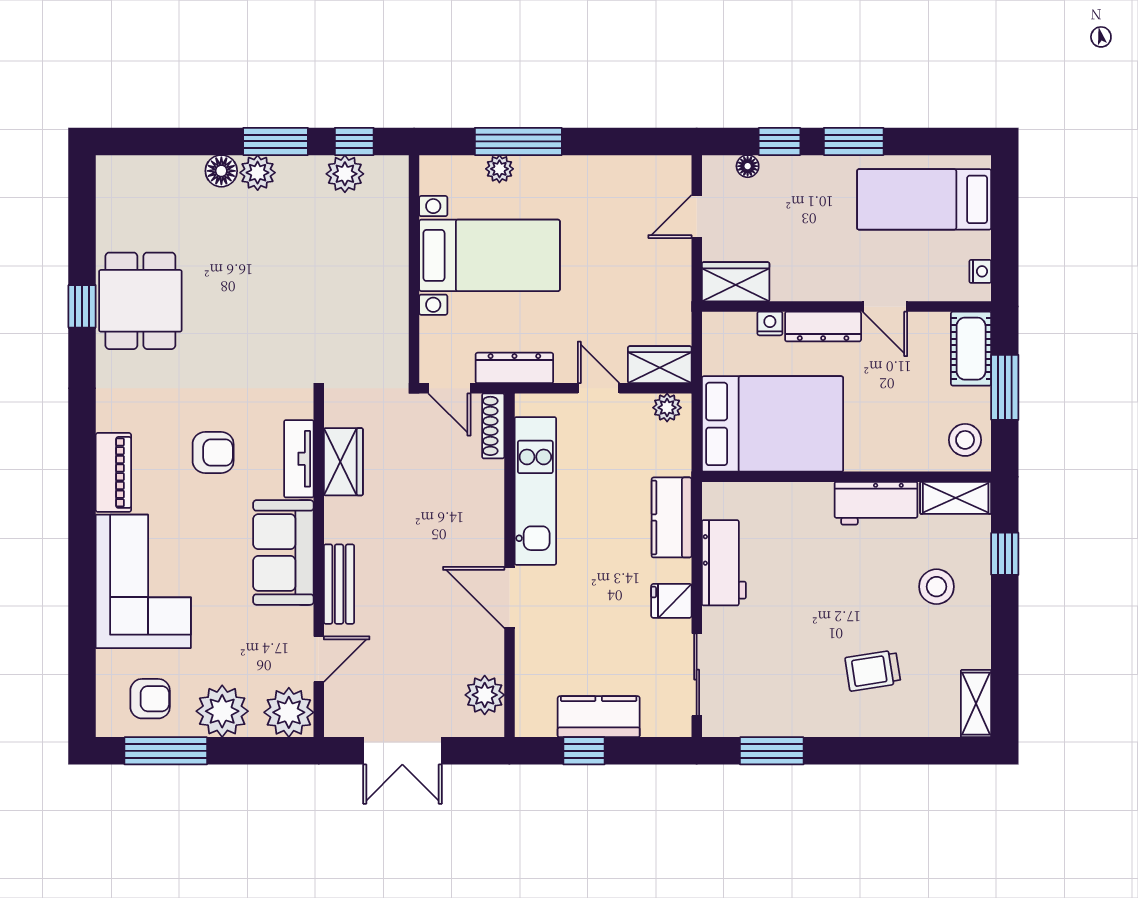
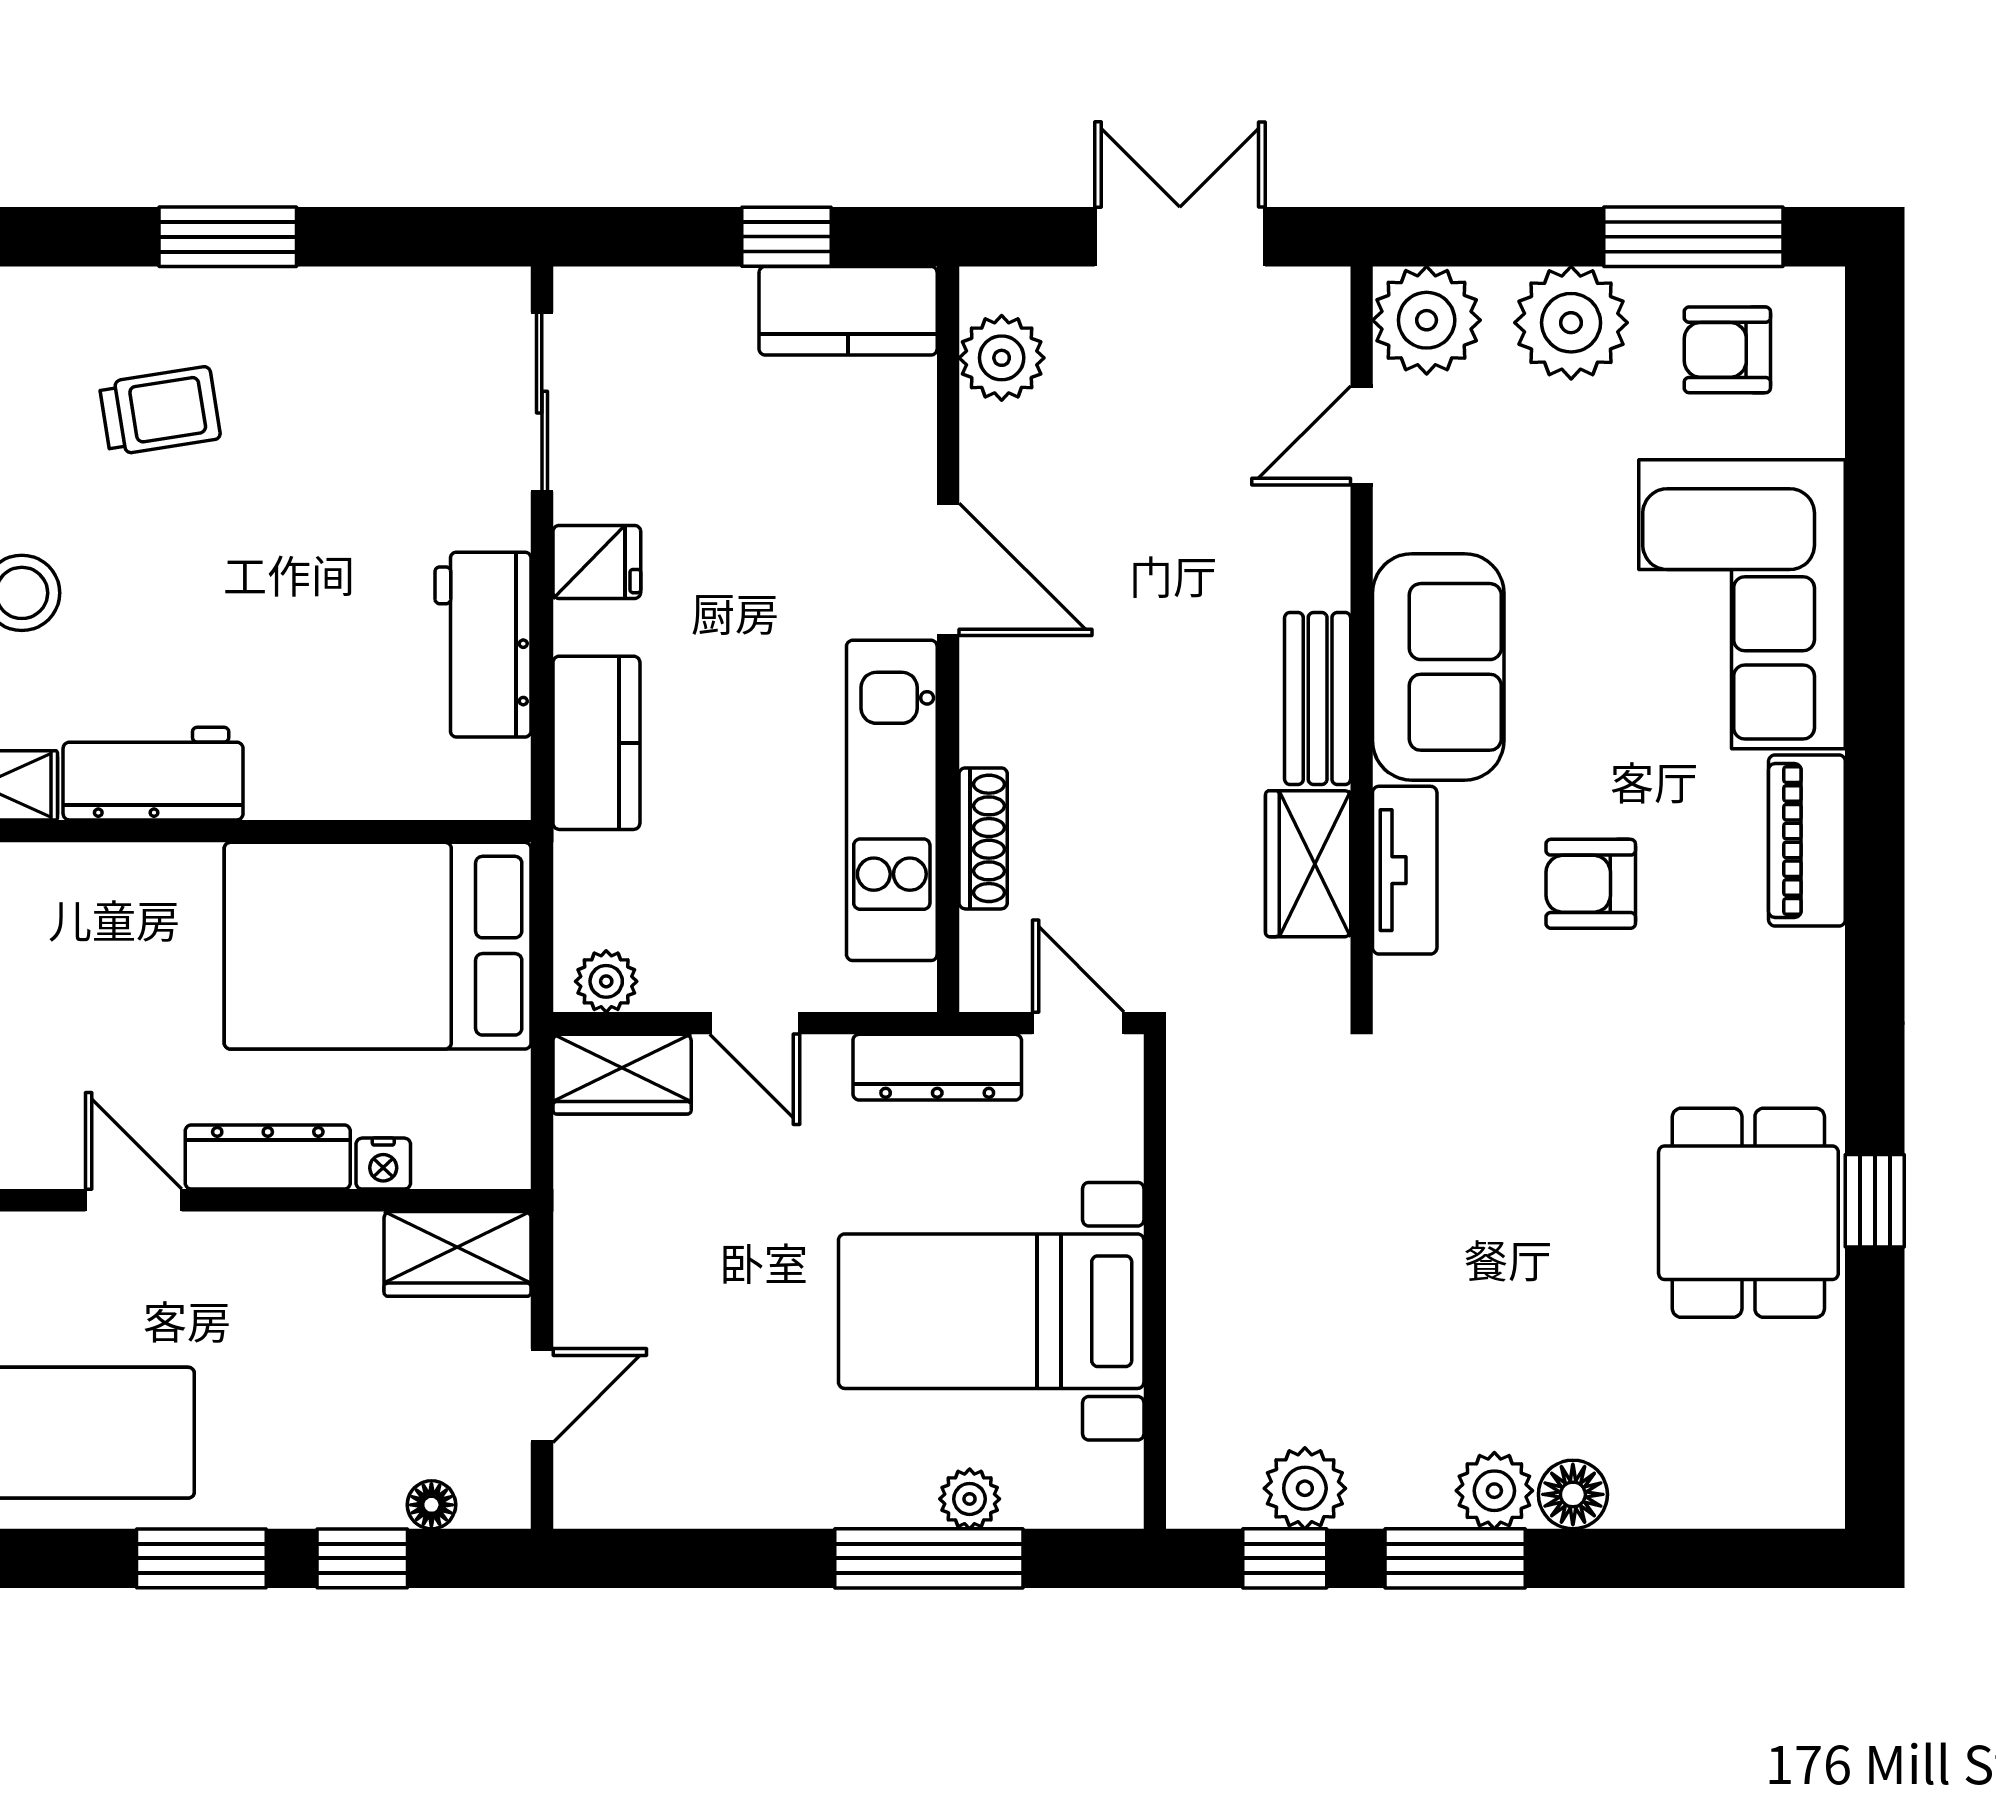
shoe rack: (493, 426) -> (983, 838), moved
bench: (339, 584) -> (1318, 698), moved
kitchen counter: (599, 717) -> (848, 311), moved
window: (772, 751) -> (228, 237), moved

